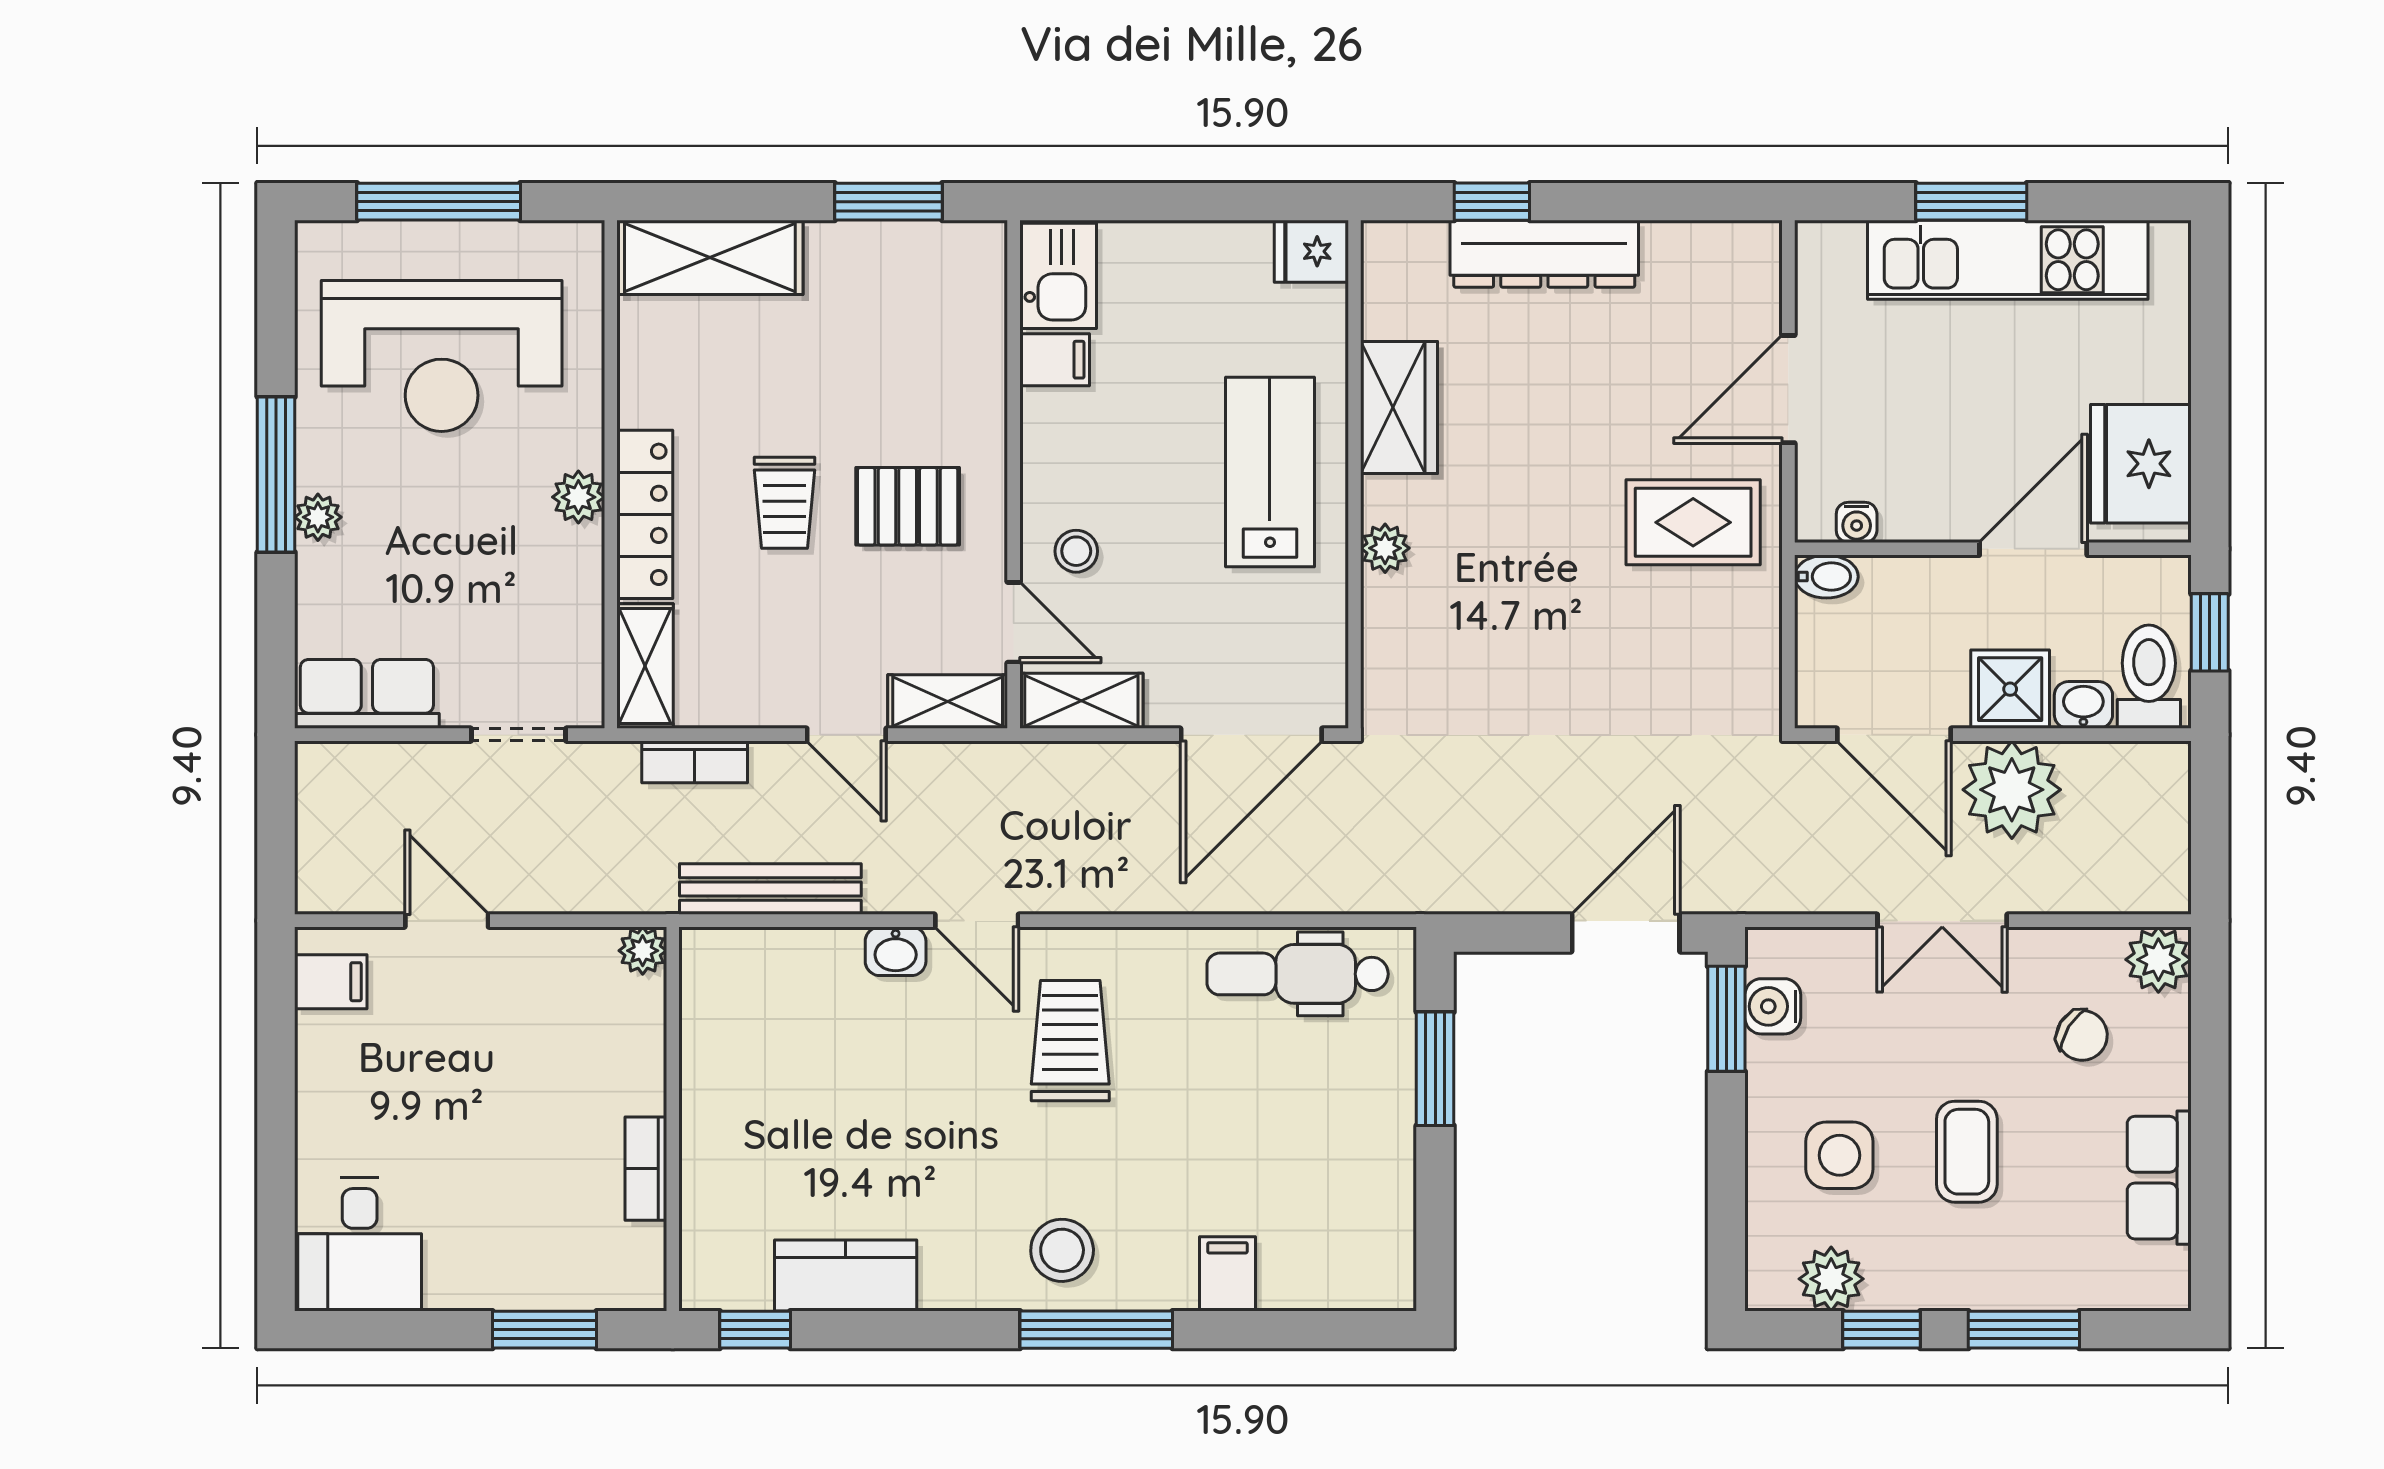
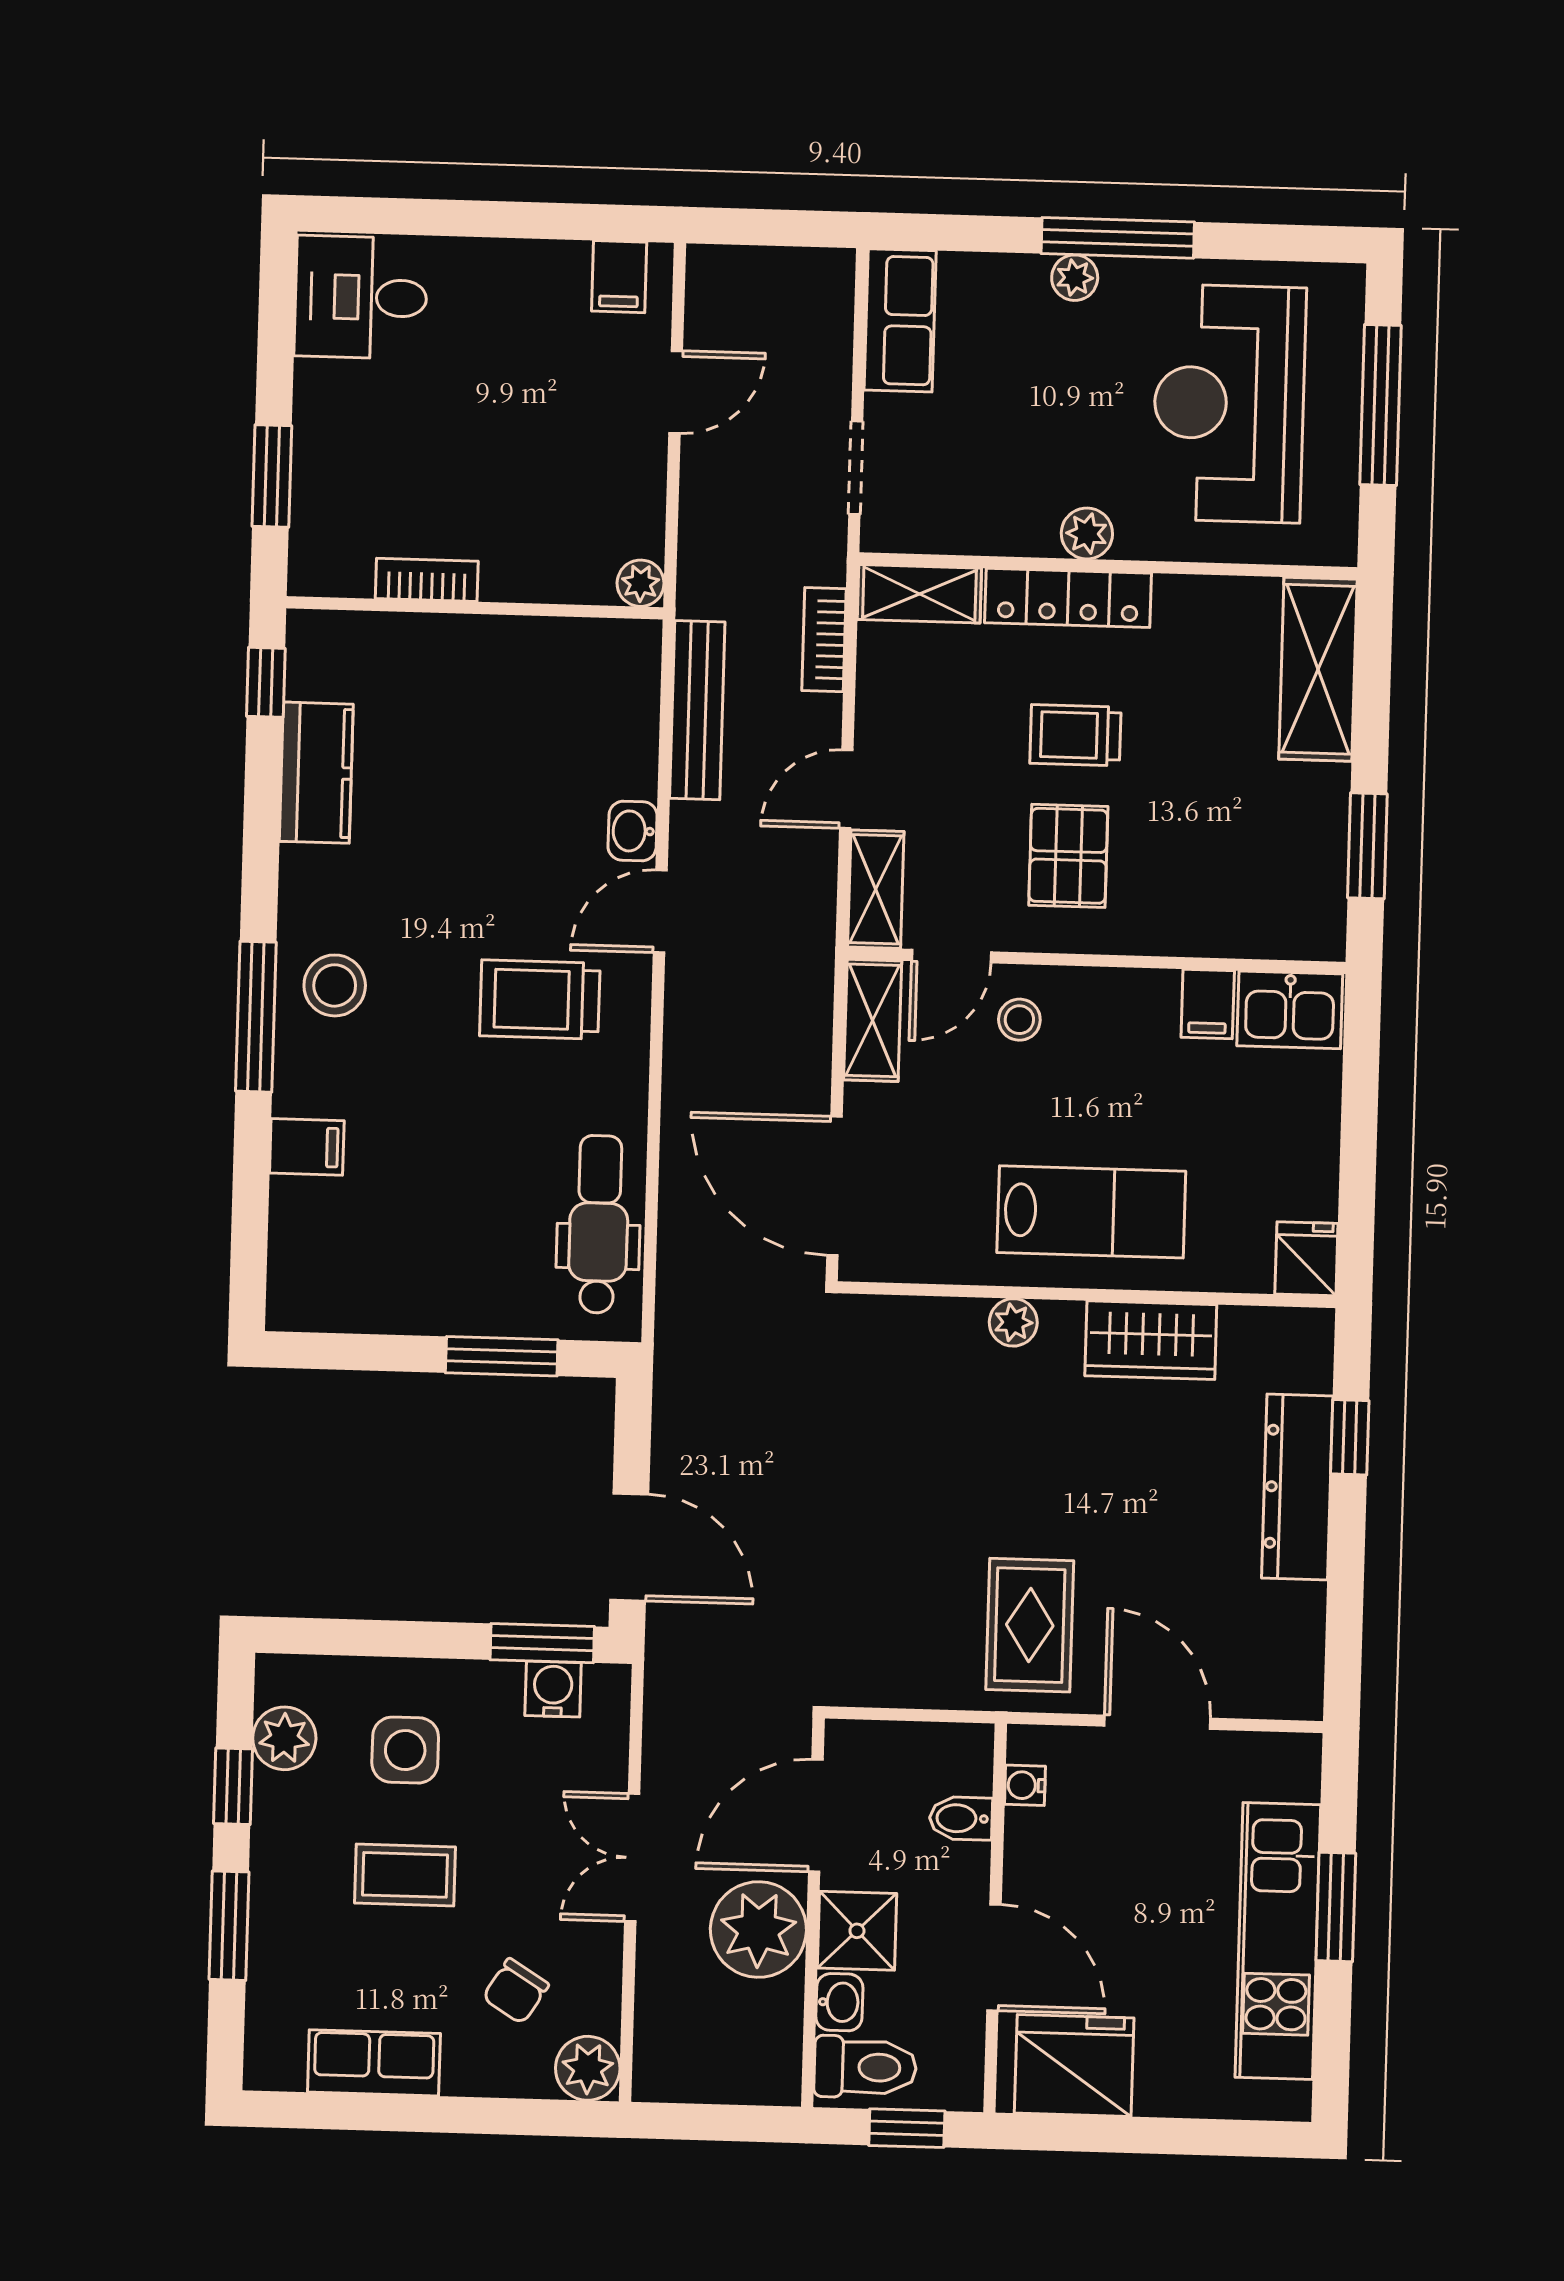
bidet: (1826, 577) -> (961, 1818), moved, turned 90
trolley: (1070, 1041) -> (540, 1000), turned 180

